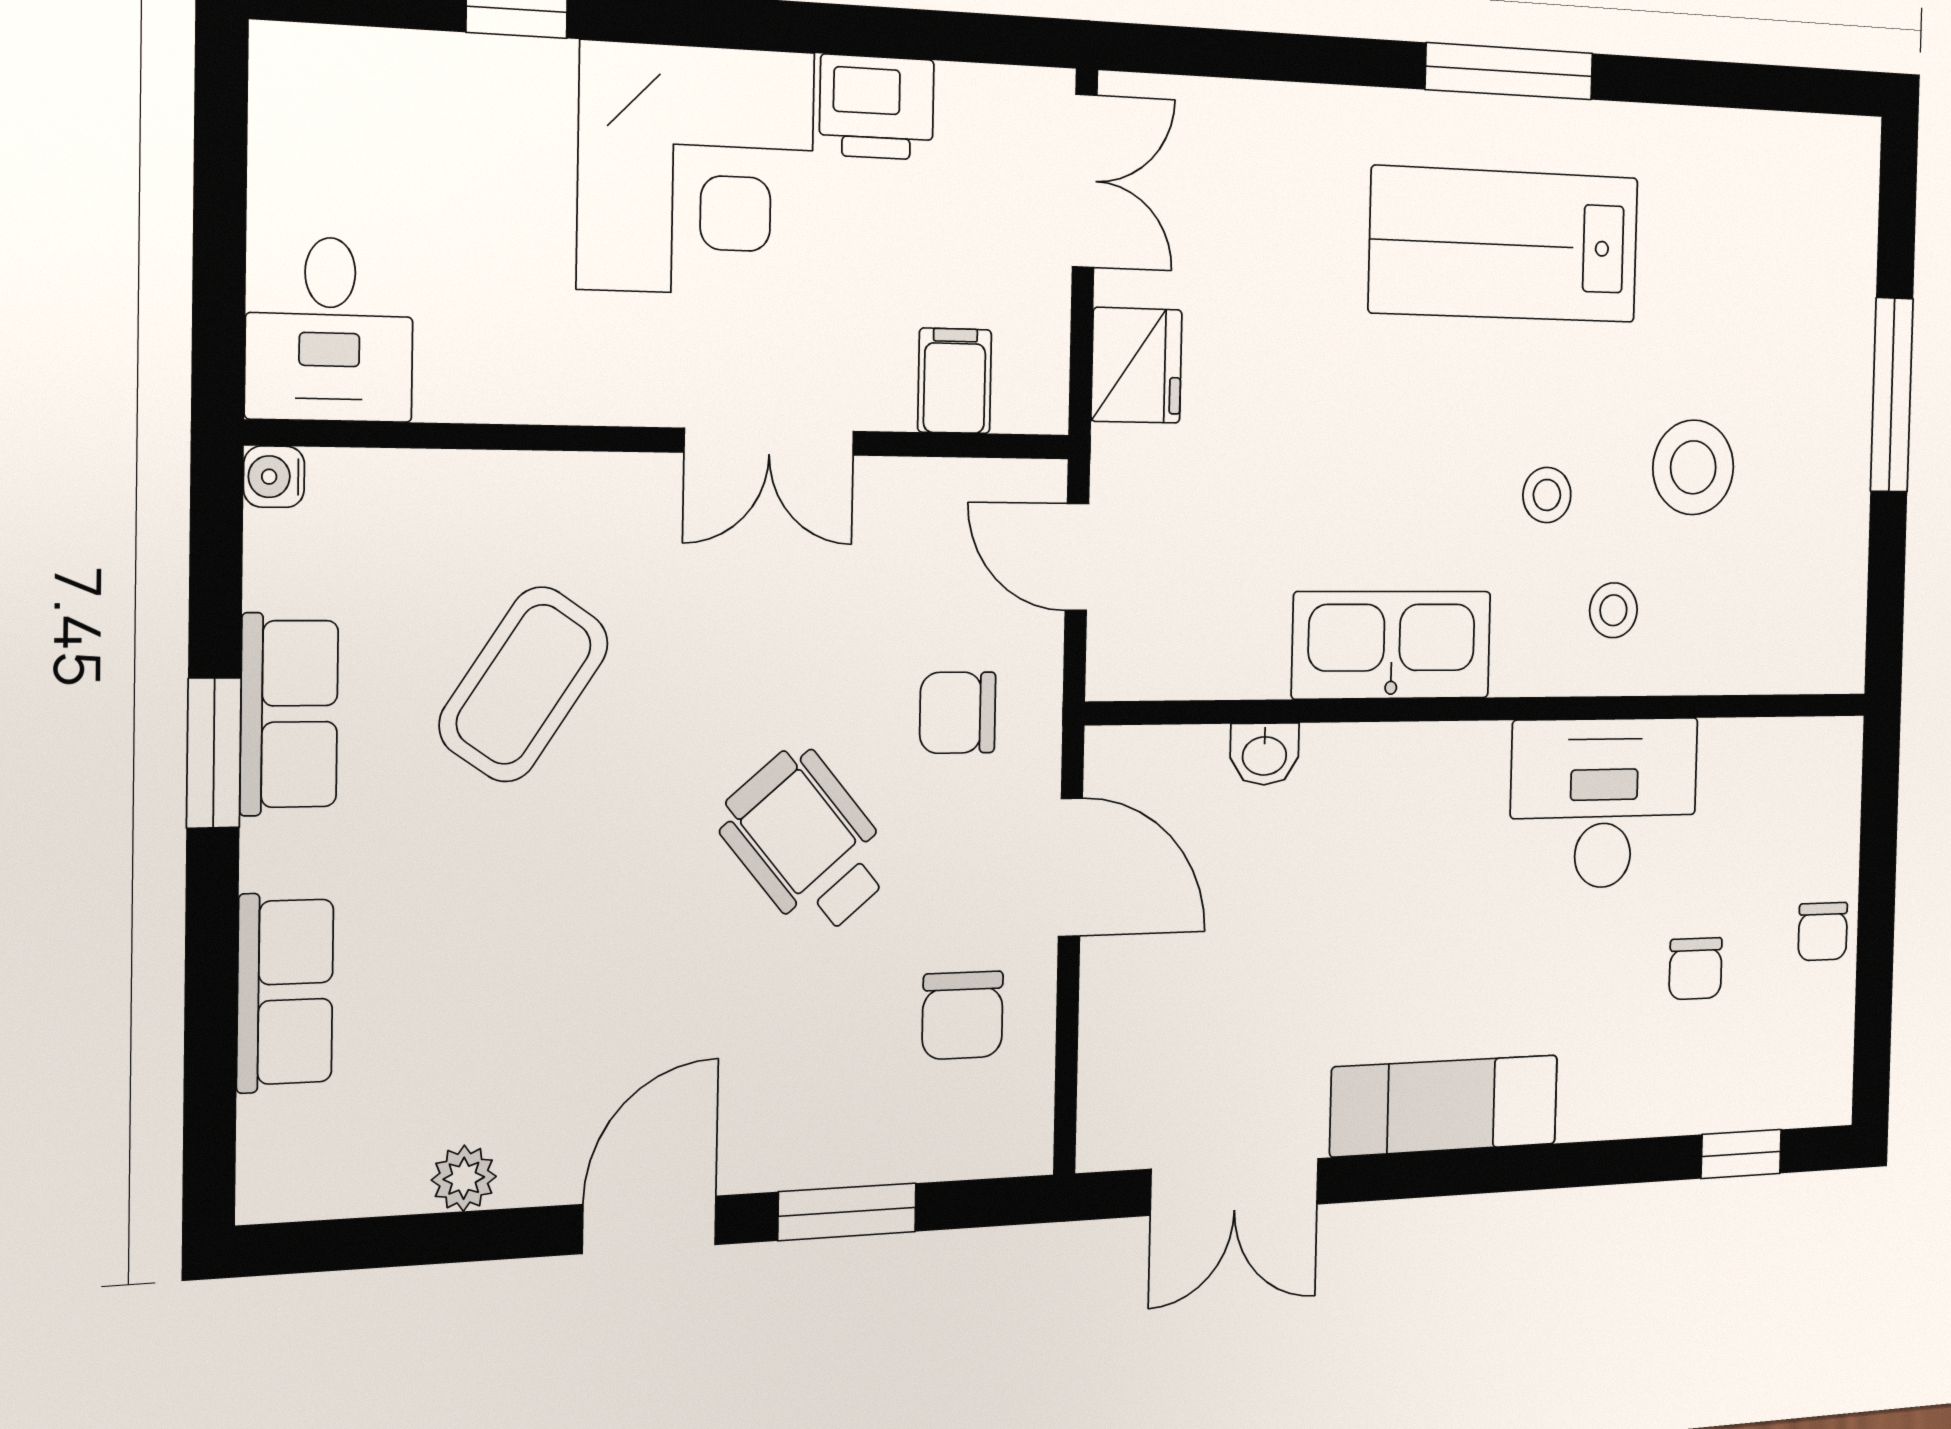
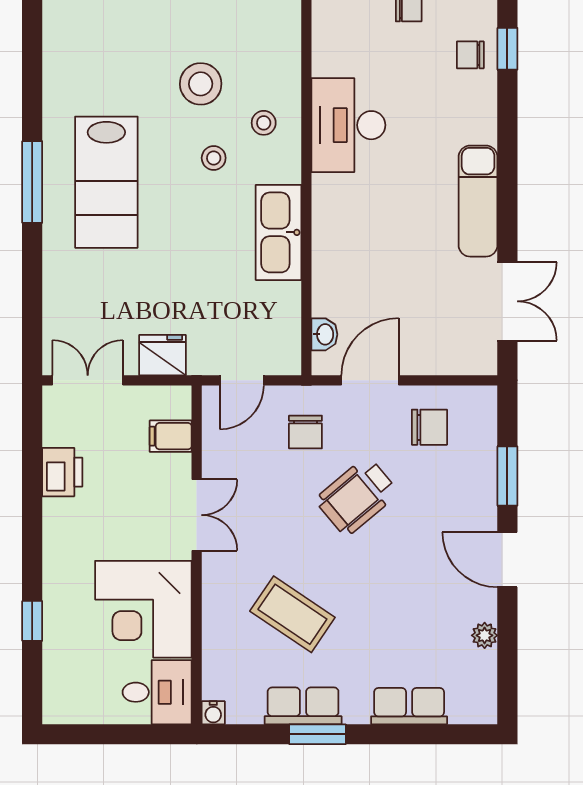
corner desk: (696, 170) -> (143, 609), moved, turned 180
washbasin: (1264, 754) -> (324, 334), moved
chair: (1696, 969) -> (470, 55), moved, turned 180

